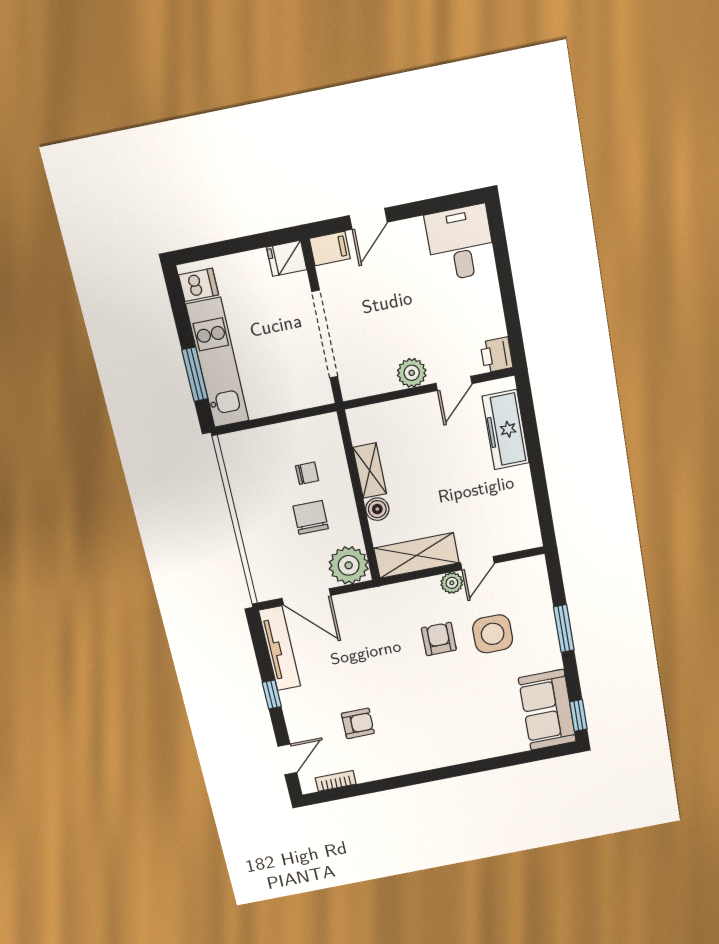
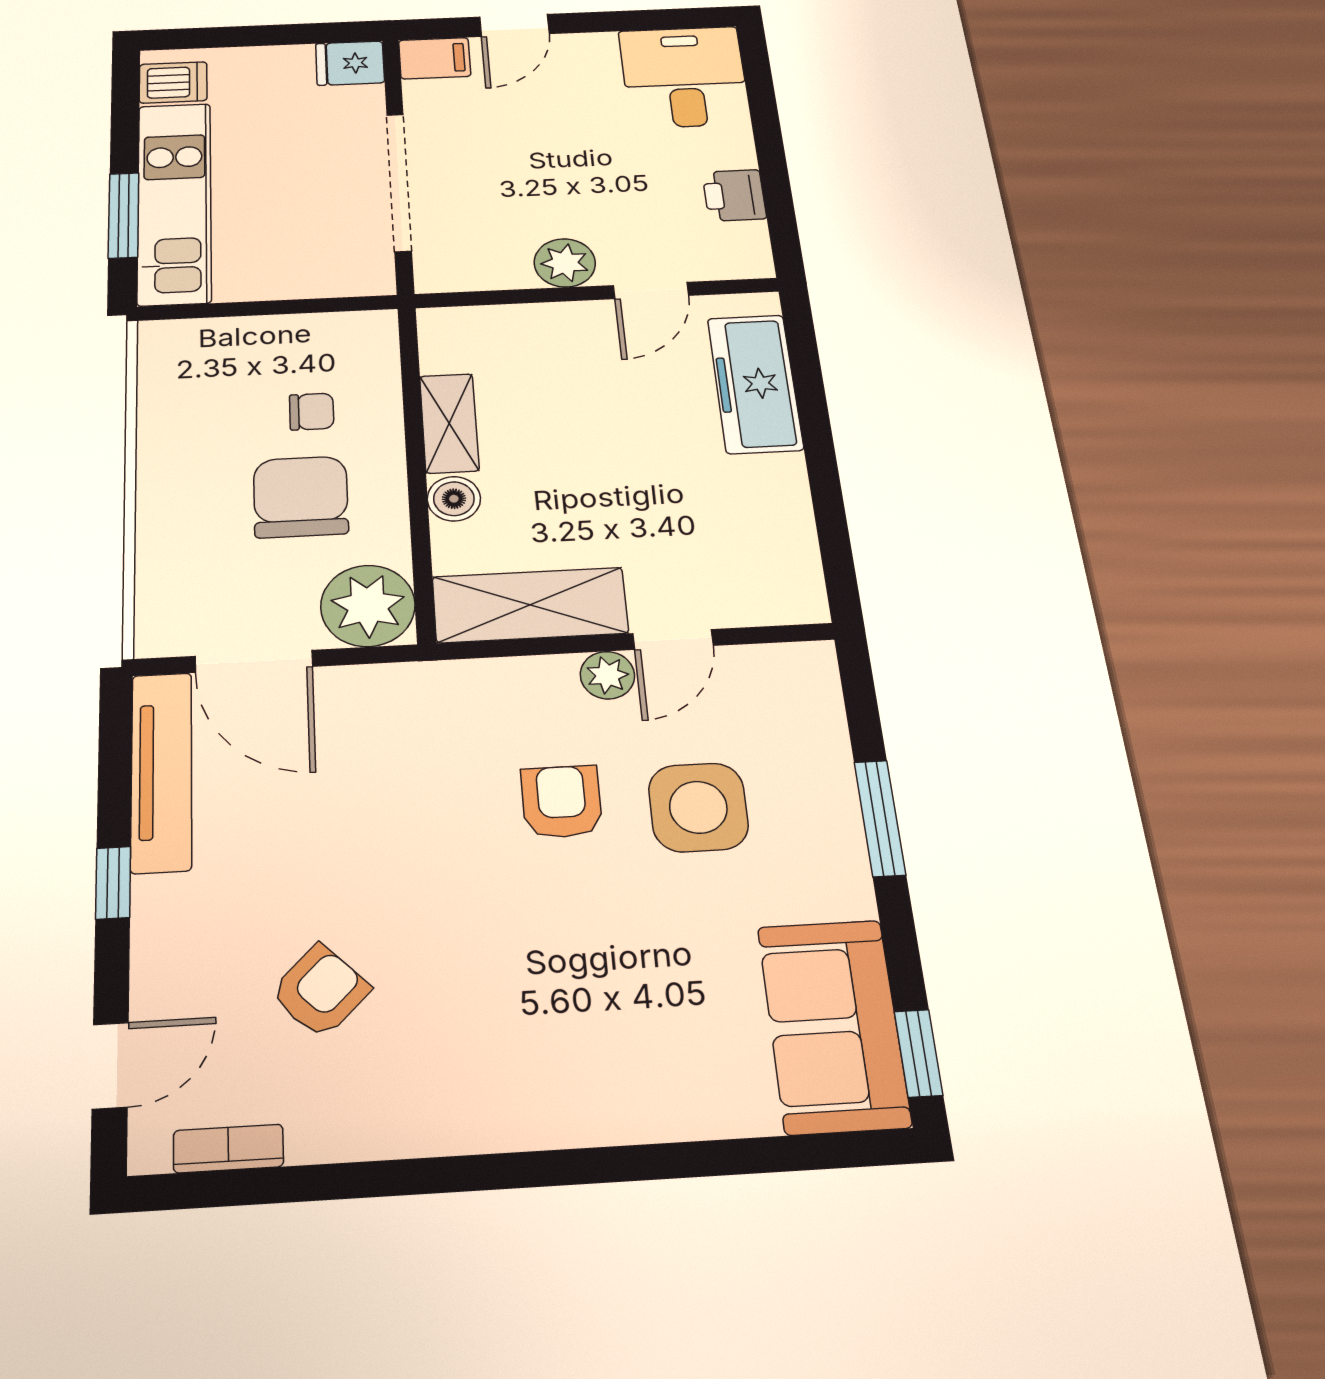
printer: (497, 355) -> (734, 195), moved
chair: (311, 517) -> (301, 497), width x1.37, depth x1.37
armchair: (358, 723) -> (320, 991), turned -45

